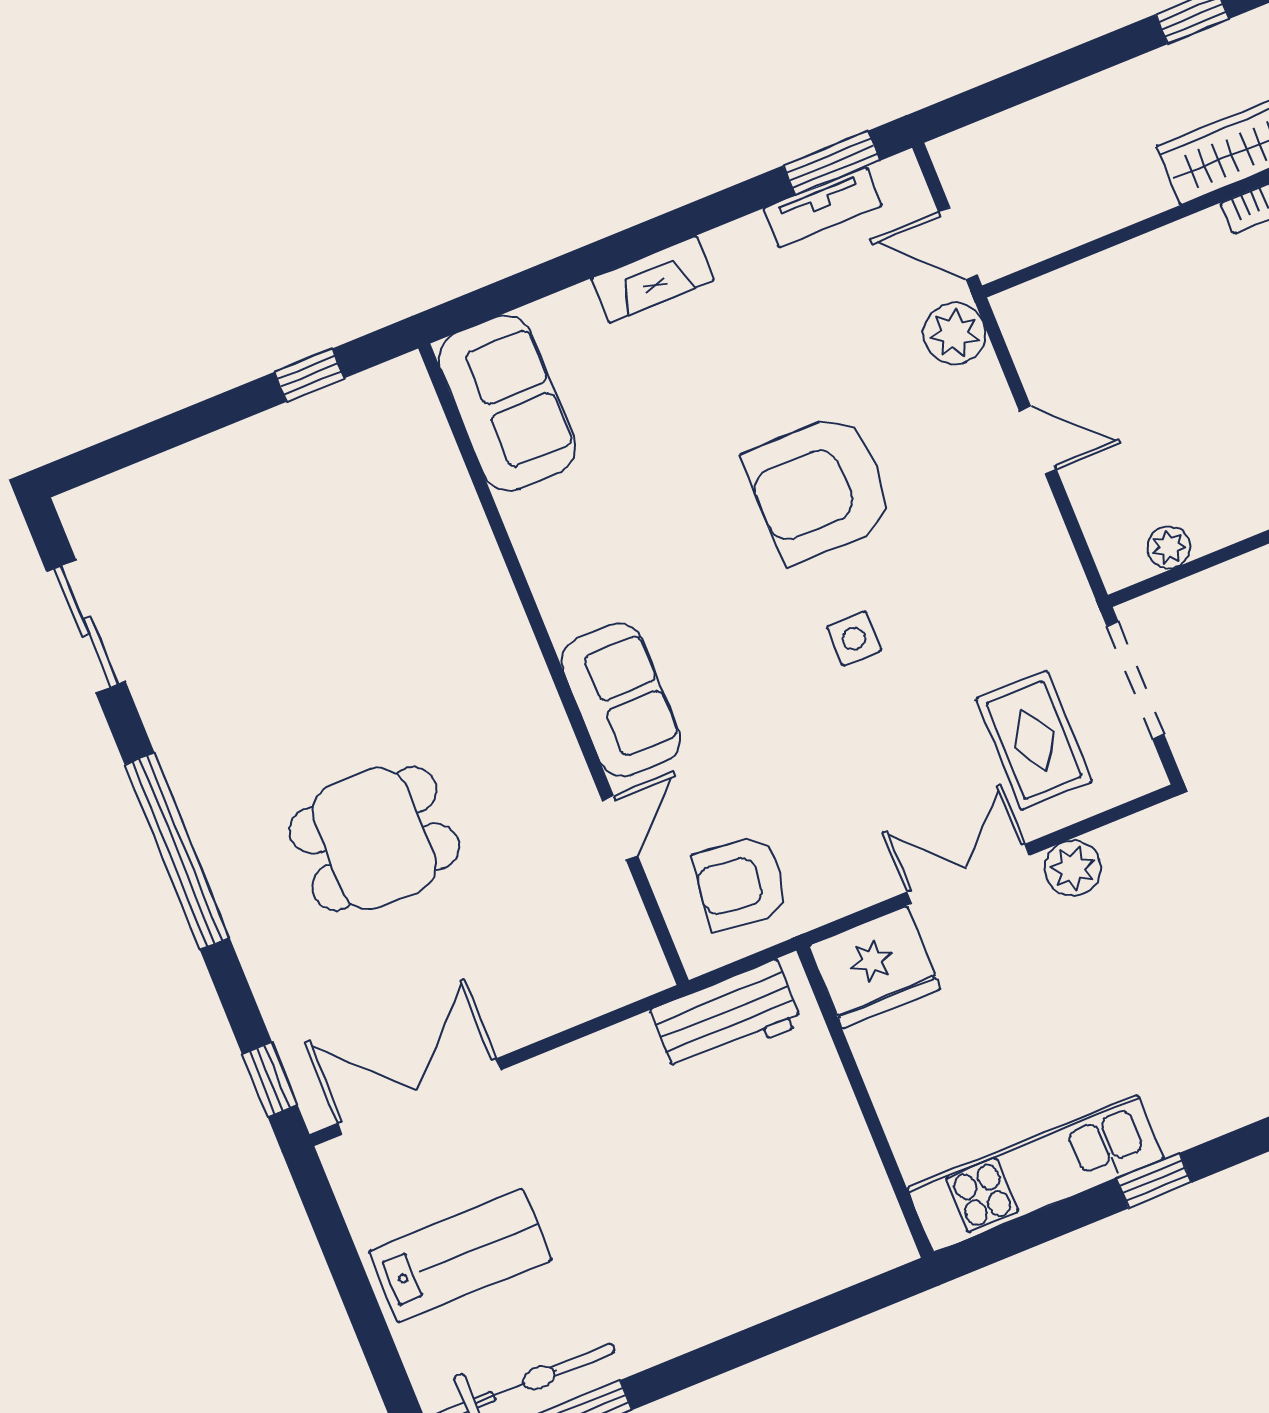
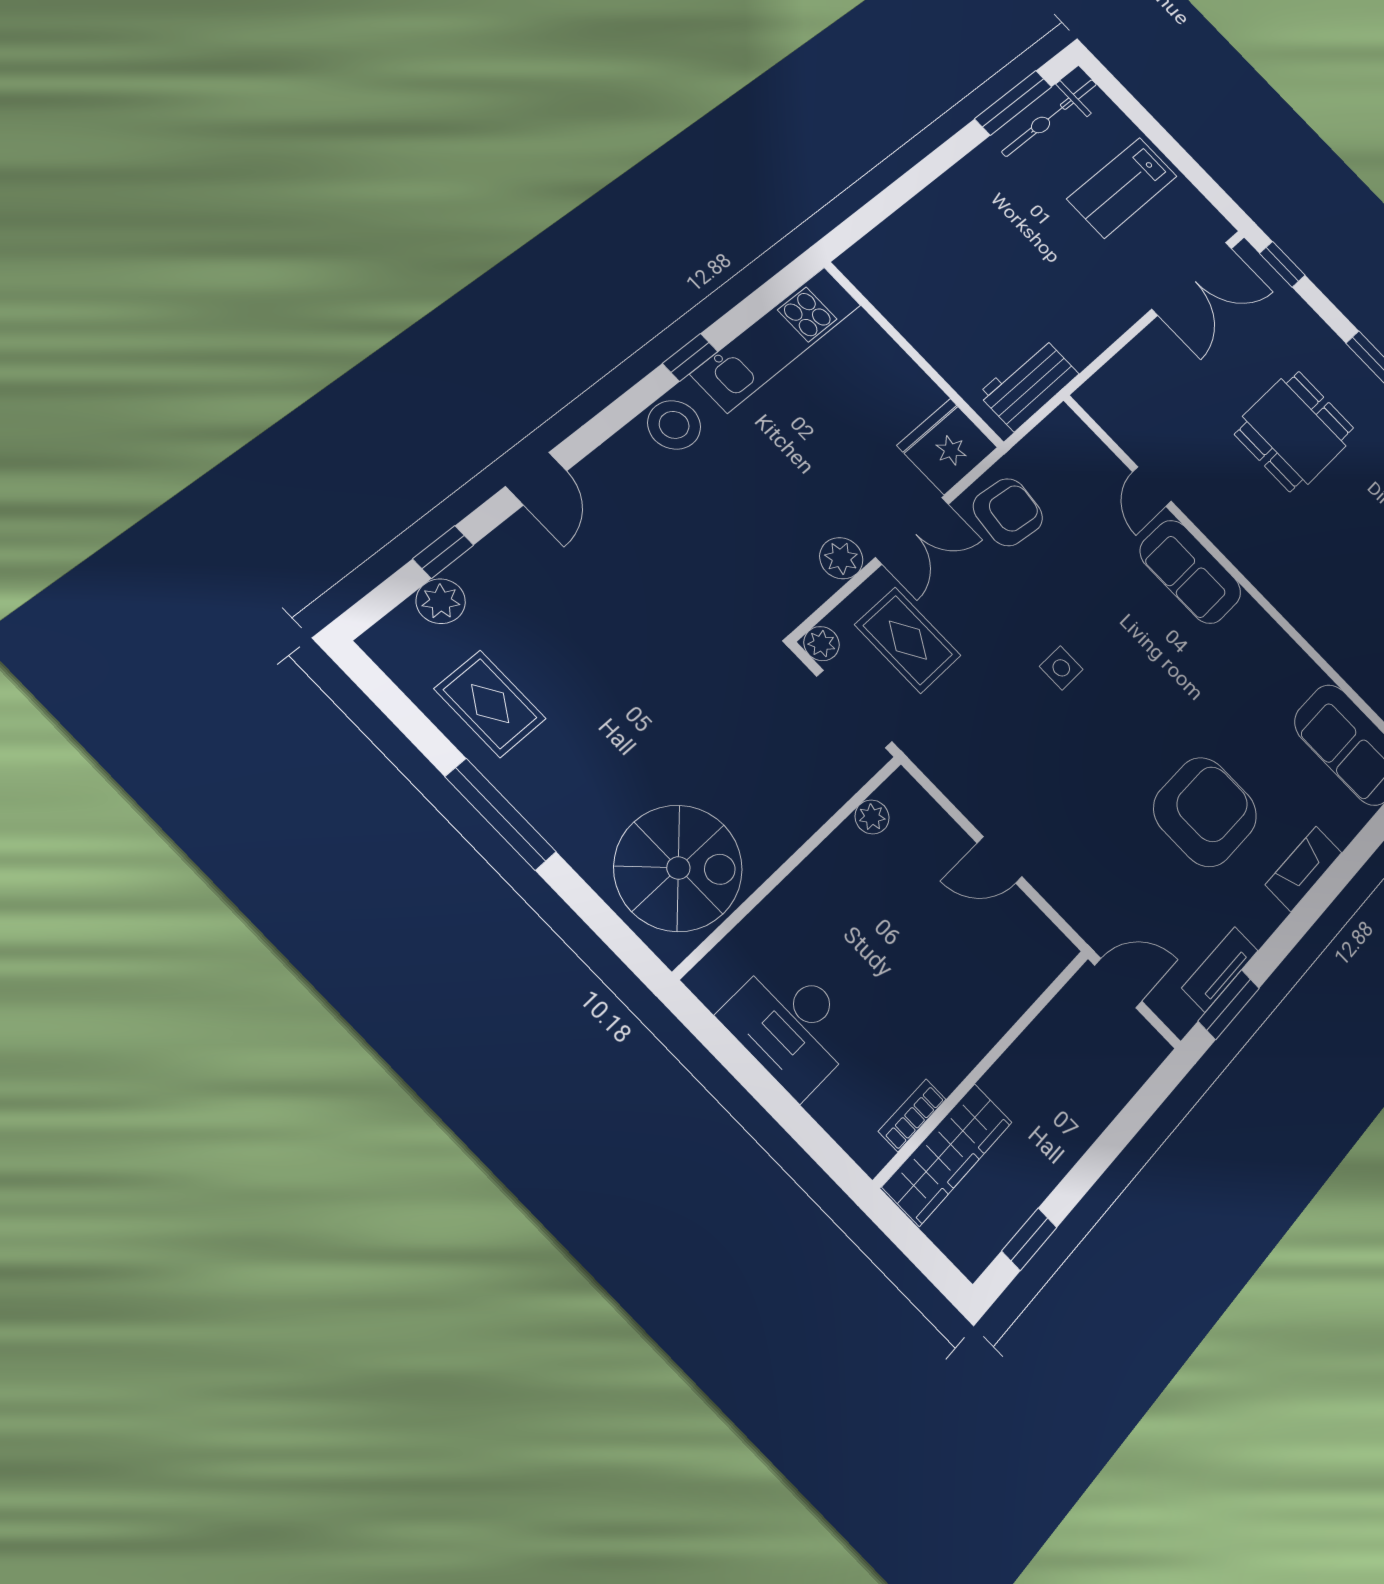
plant: (954, 333) -> (822, 644), moved, width x0.73, depth x0.73
armchair: (820, 488) -> (1205, 812), moved
armchair: (741, 883) -> (1008, 512), moved
stool: (1208, 1100) -> (674, 425), added

